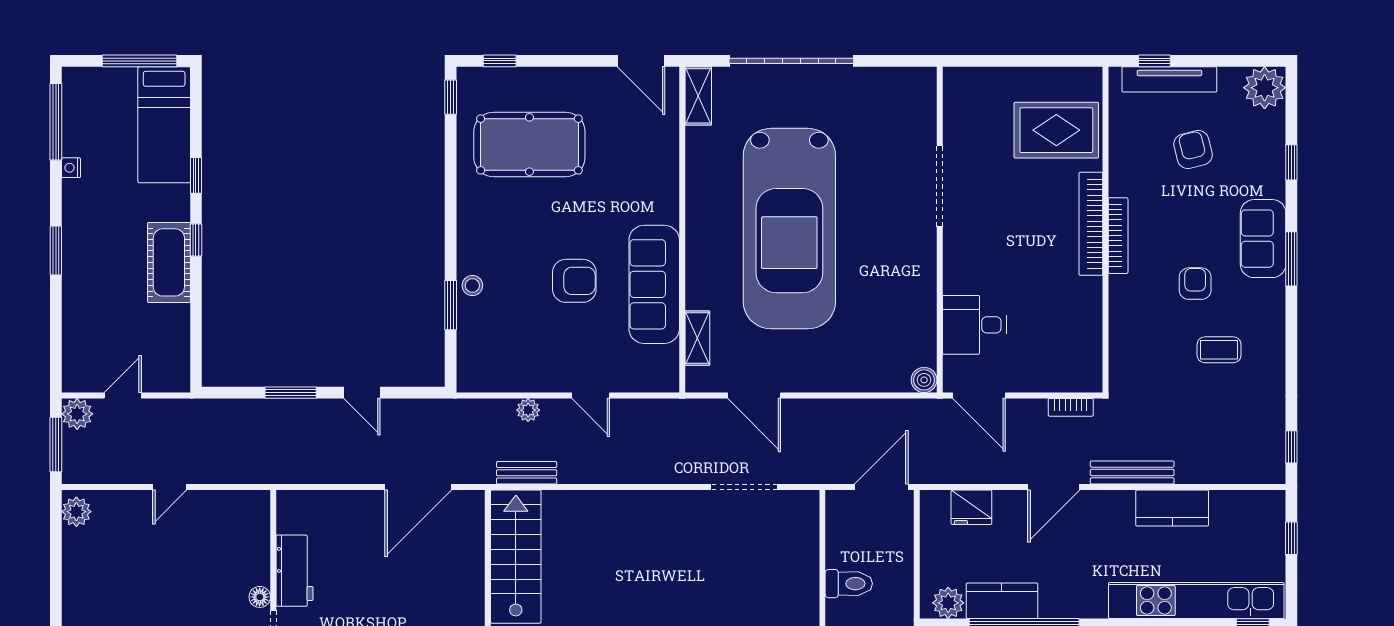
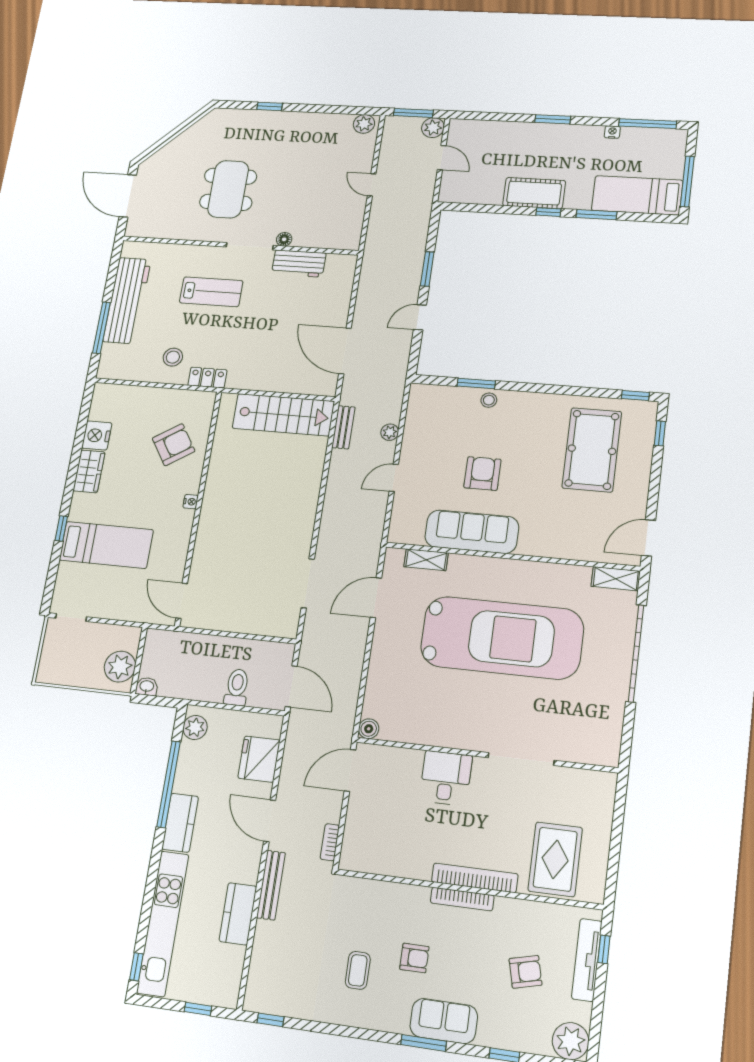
window: (196, 175) -> (596, 215), width x1.50
car: (789, 229) -> (502, 638), turned 180
armchair: (574, 281) -> (482, 474), turned 180
desk: (974, 325) -> (446, 778), moved
fridge: (971, 507) -> (259, 759), width x1.36, depth x1.34
toilet: (849, 584) -> (237, 687), moved, turned 180
kitchen counter: (1002, 601) -> (180, 823), moved

